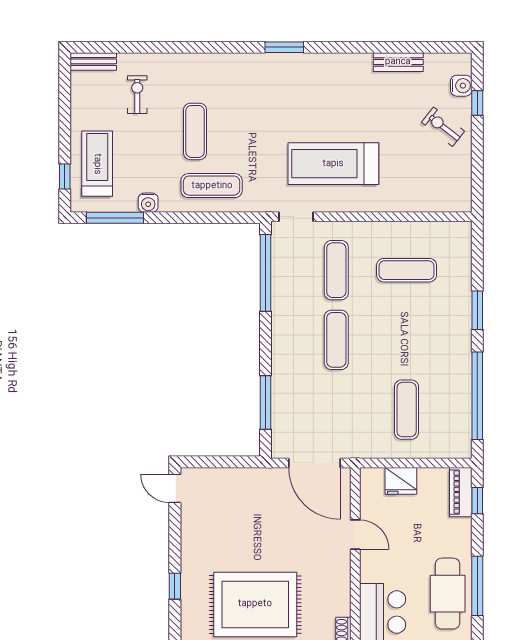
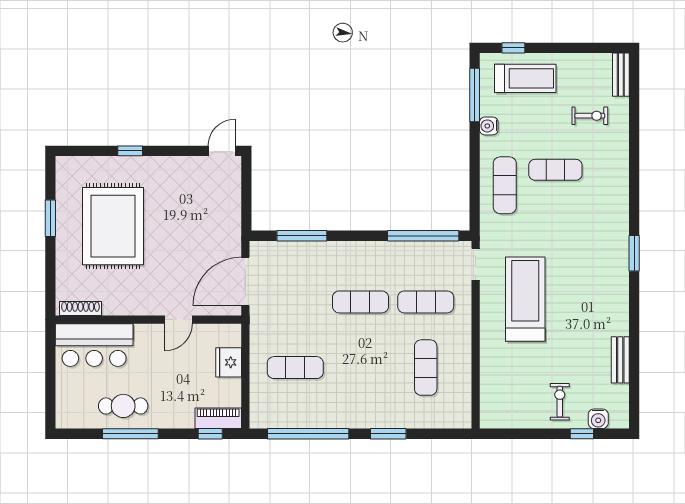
exercise bike: (443, 127) -> (560, 402), turned -38
cafe table: (448, 594) -> (123, 406), width x0.73, depth x0.74

